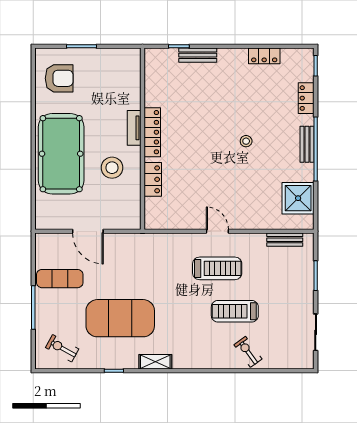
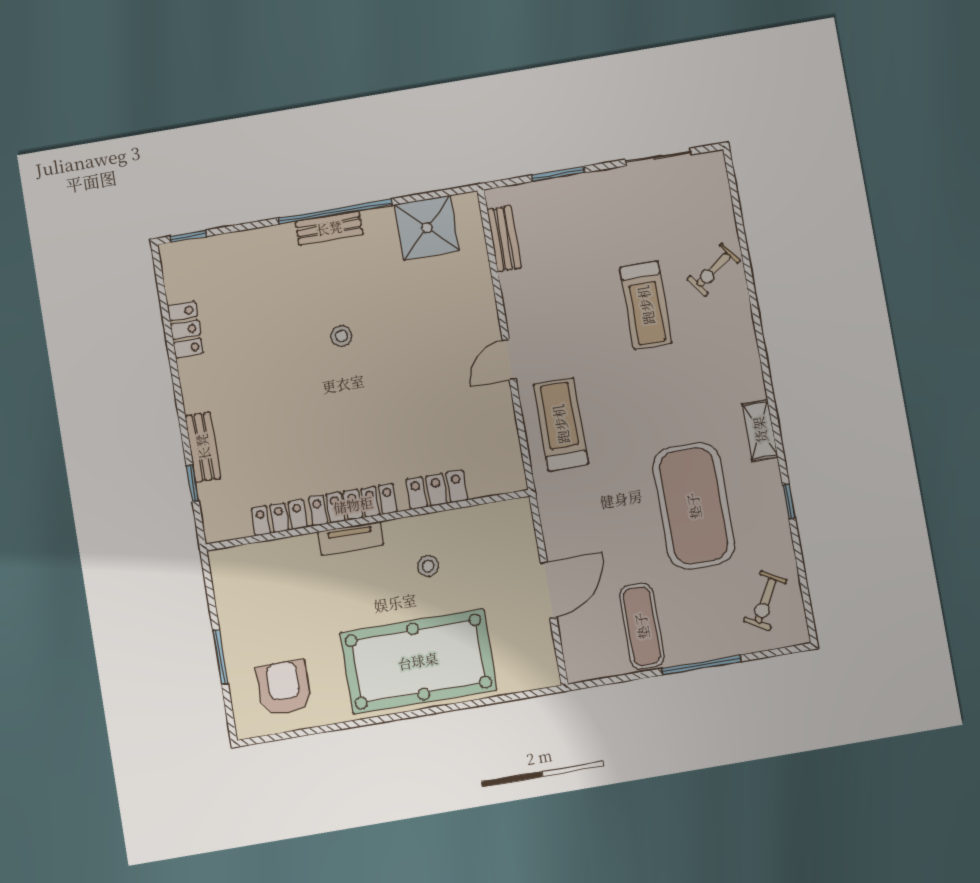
locker: (306, 98) -> (279, 518), moved, turned 180
stool: (112, 168) -> (428, 566), width x0.53, depth x0.53
treadmill: (217, 268) -> (561, 424), moved

